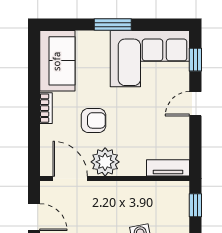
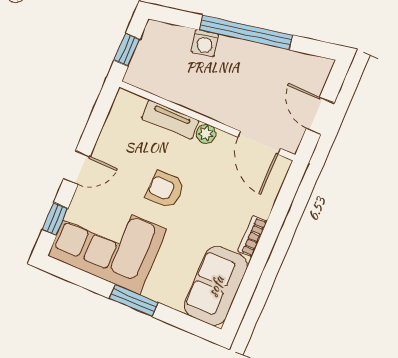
armchair: (94, 120) -> (165, 190), moved
plant: (105, 162) -> (206, 134), width x0.53, depth x0.53
tv unit: (168, 168) -> (170, 119), moved

